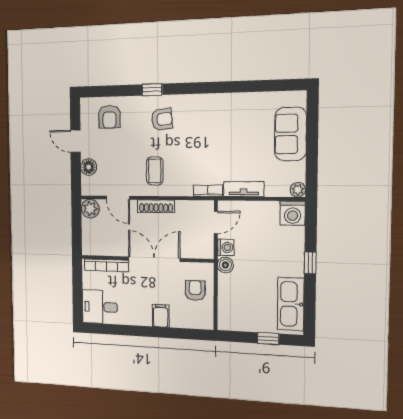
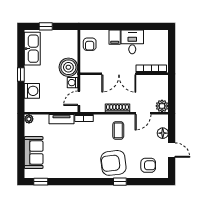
window: (279, 85) -> (41, 182), added
armchair: (109, 117) -> (148, 165), turned 90
armchair: (162, 119) -> (113, 163), width x1.88, depth x1.88
door: (118, 198) -> (143, 113), swing flipped
washing machine: (292, 213) -> (32, 91), moved, turned 90
boiler: (225, 265) -> (68, 67), width x1.86, depth x1.86
armchair: (195, 290) -> (90, 44), moved
desk: (100, 307) -> (132, 42), moved, turned -90

